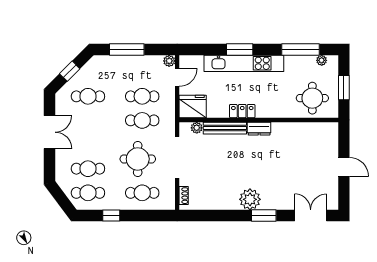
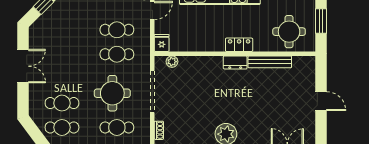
cafe table: (88, 96) -> (62, 30), removed
fridge: (193, 106) -> (162, 43), width x0.53, depth x0.75
locker: (242, 111) -> (239, 45), moved
bench: (225, 128) -> (270, 62), moved

